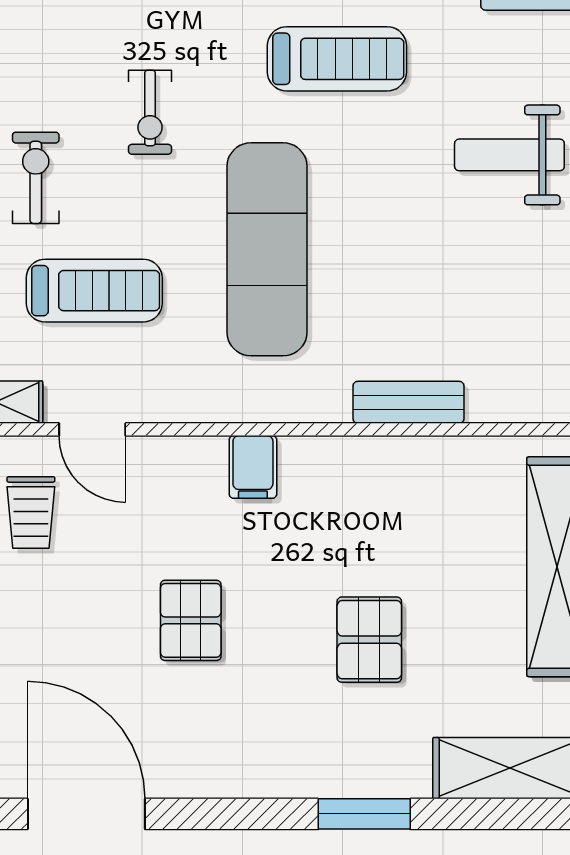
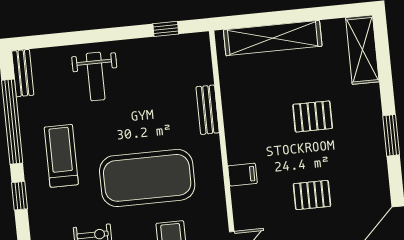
exercise mat: (267, 249) -> (147, 178), width x1.47
window: (364, 814) -> (391, 135), moved

